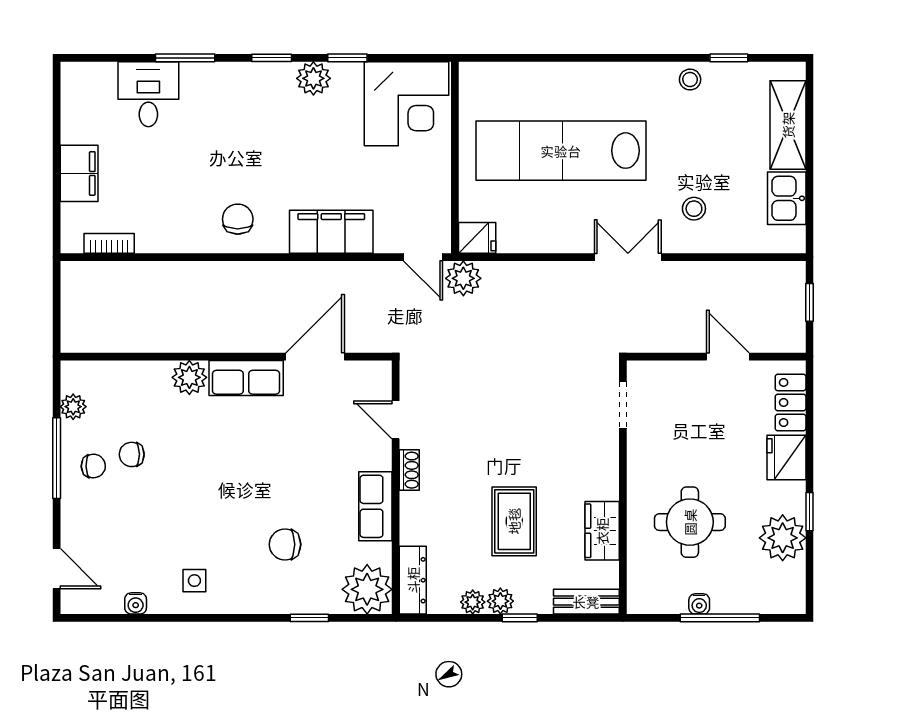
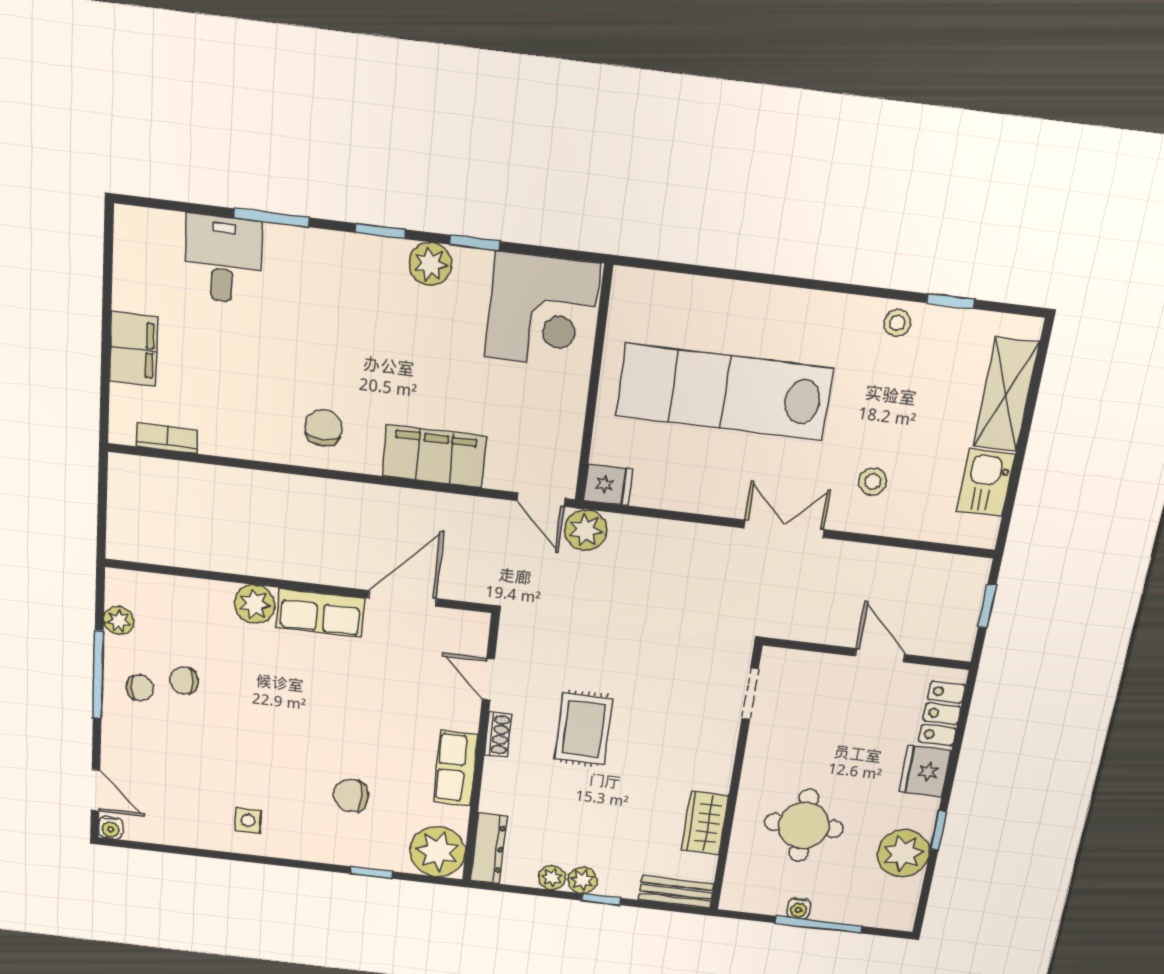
rug: (514, 521) -> (584, 729), moved
water cooler: (136, 603) -> (111, 828), moved

